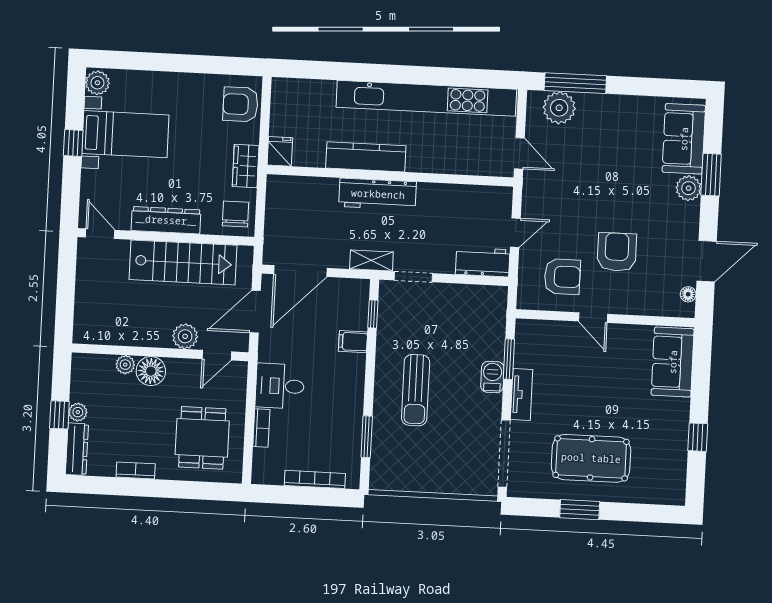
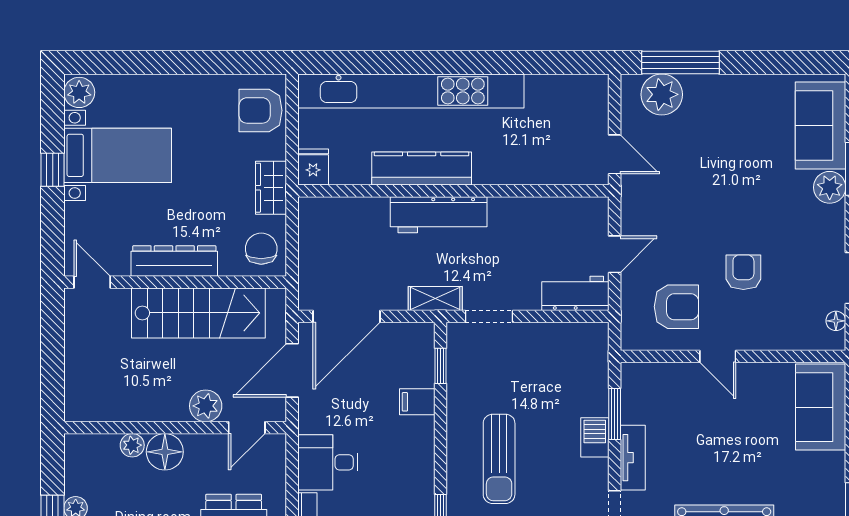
kitchen unit: (426, 98) -> (411, 91), moved
armchair: (617, 252) -> (743, 272), width x0.72, depth x0.72

